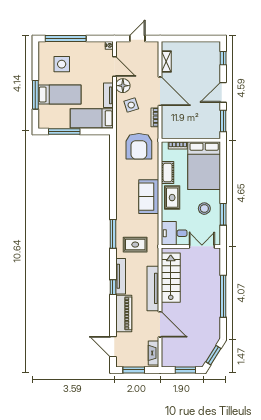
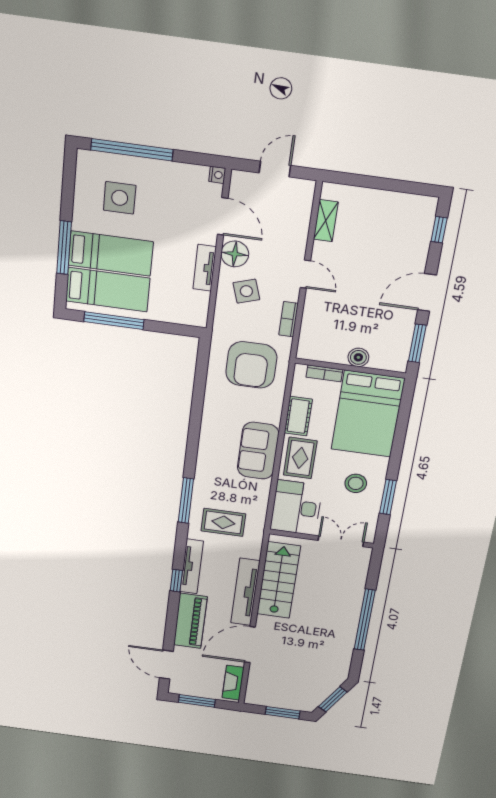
door: (160, 91) -> (305, 274), width x0.53
bed: (92, 118) -> (108, 290), moved, turned 180
boiler: (194, 134) -> (358, 357), added
desk: (174, 233) -> (296, 508), width x1.37
door: (160, 324) -> (250, 645), swing flipped

